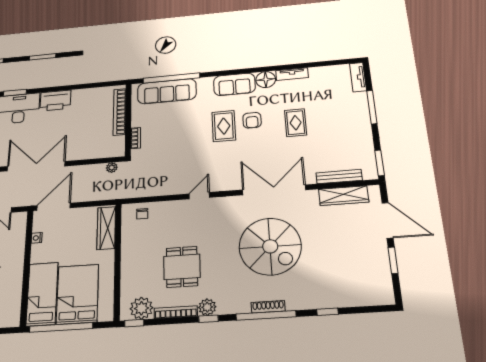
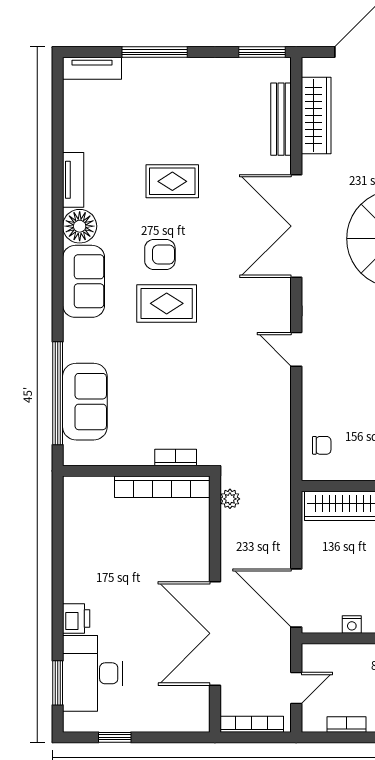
sofa: (167, 91) -> (85, 402), width x0.73
printer: (55, 101) -> (76, 618), width x0.53, depth x0.68
bookcase: (120, 112) -> (162, 487), moved

